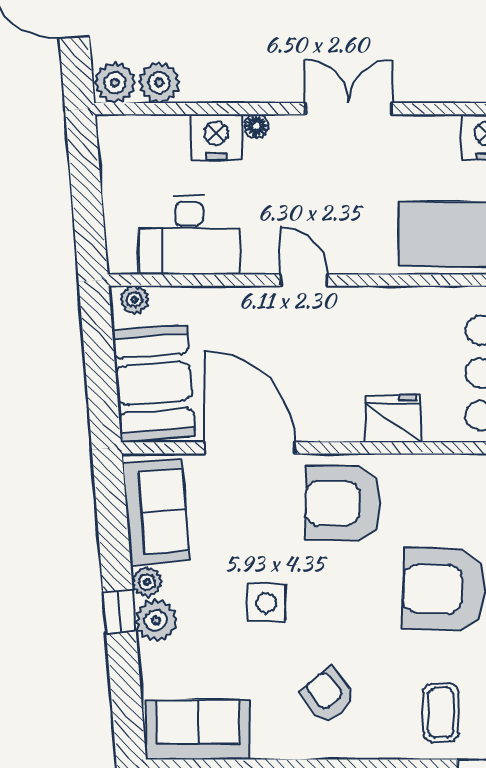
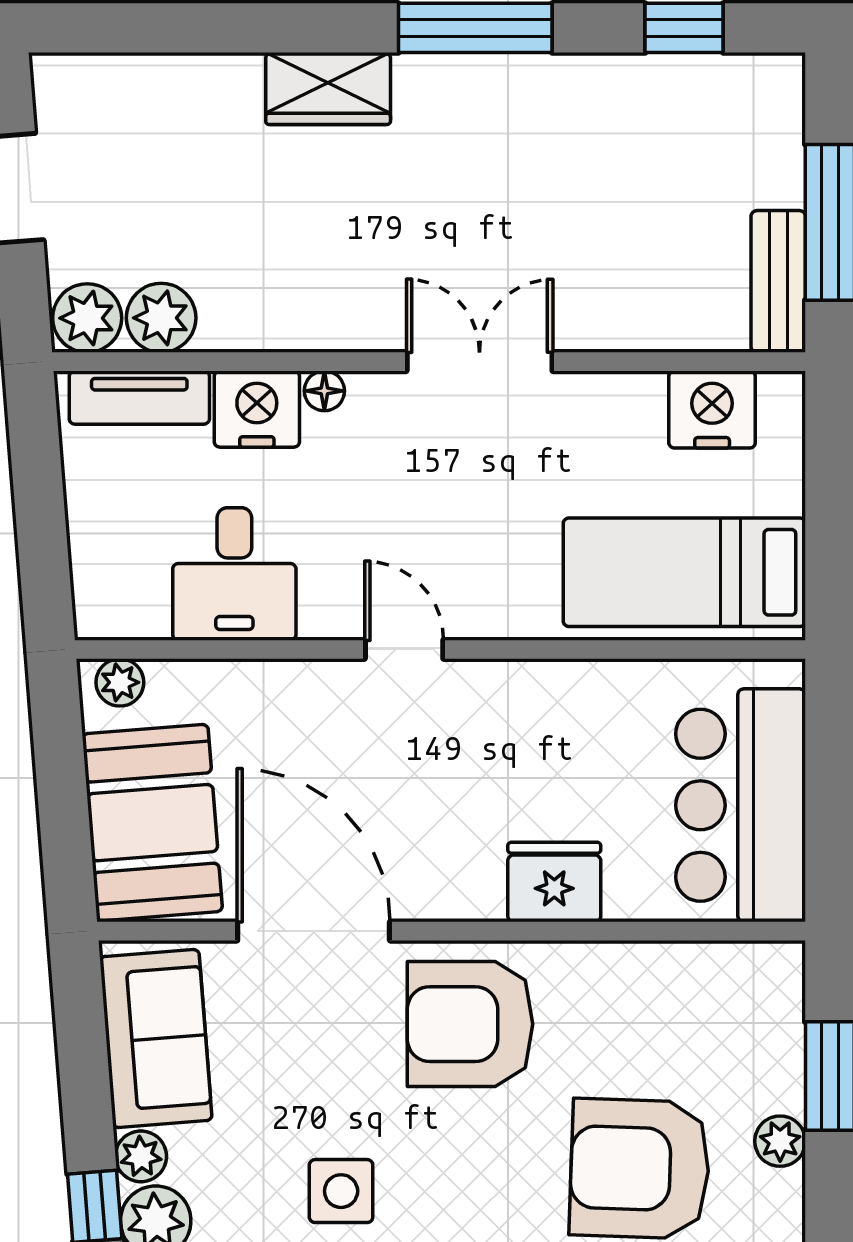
tv unit: (146, 130) -> (139, 398), added
desk: (189, 235) -> (234, 574), width x0.73

